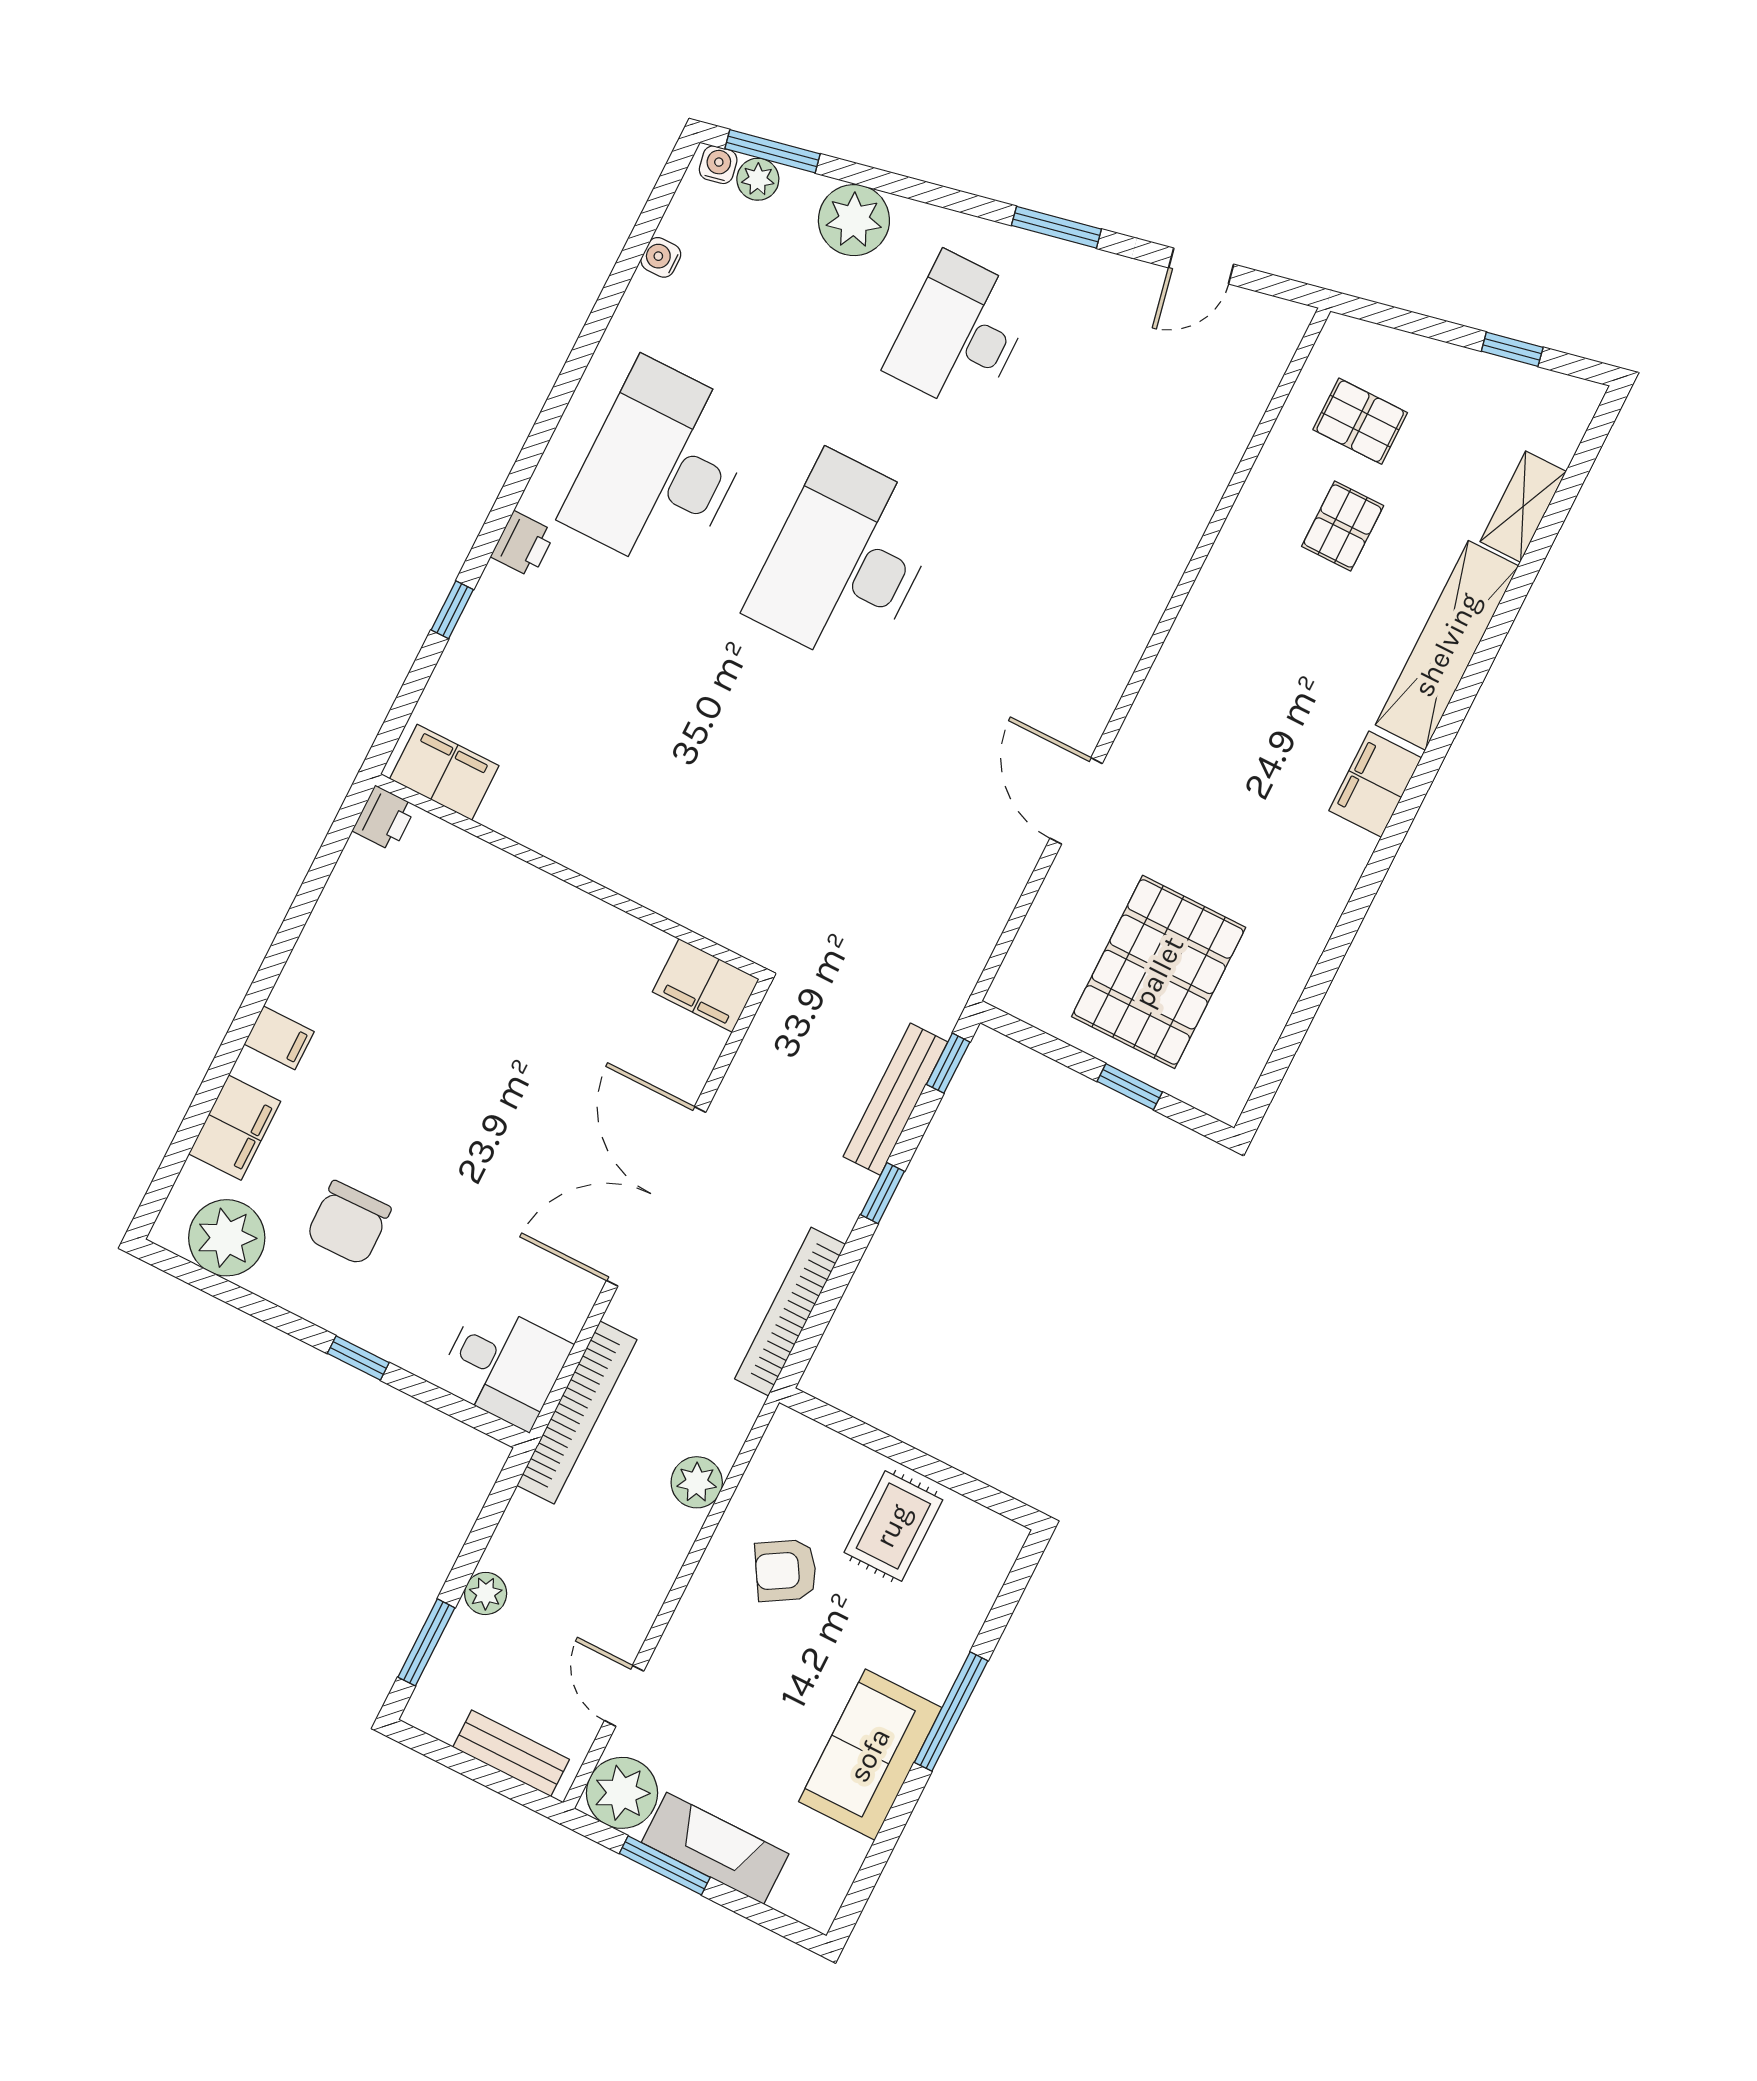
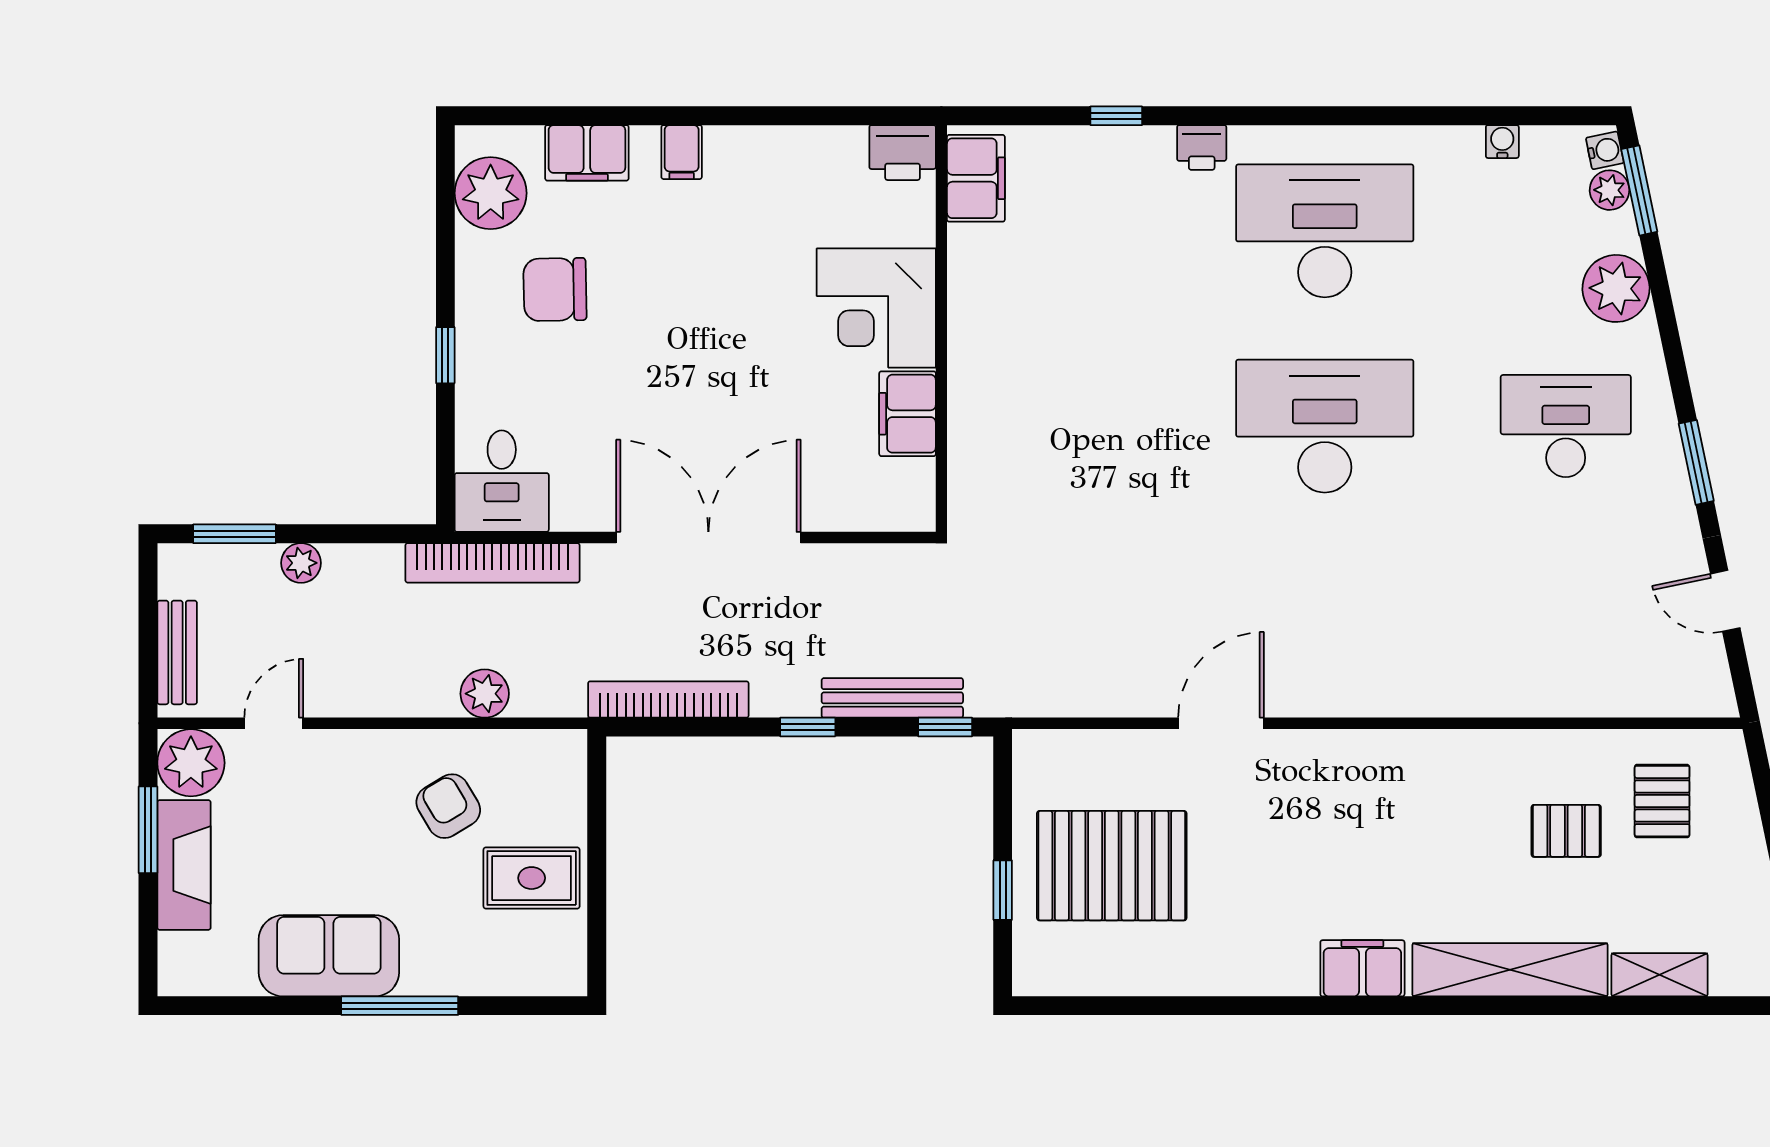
printer: (384, 818) -> (903, 153), width x1.36, depth x1.24
corner desk: (519, 928) -> (876, 308), added
filing cabinet: (706, 985) -> (908, 414), moved

